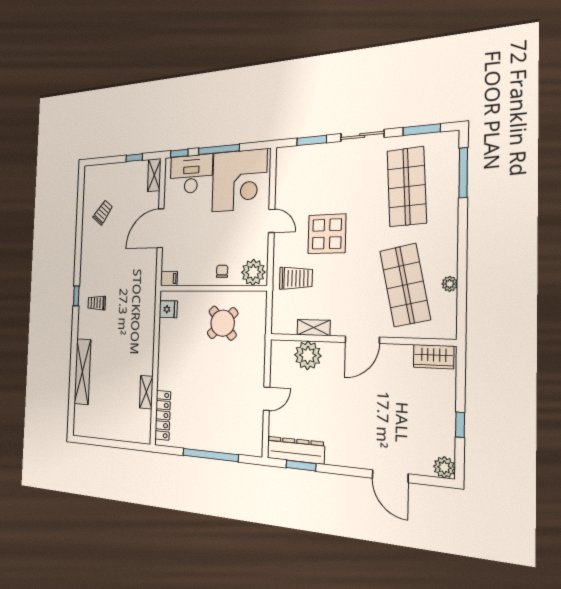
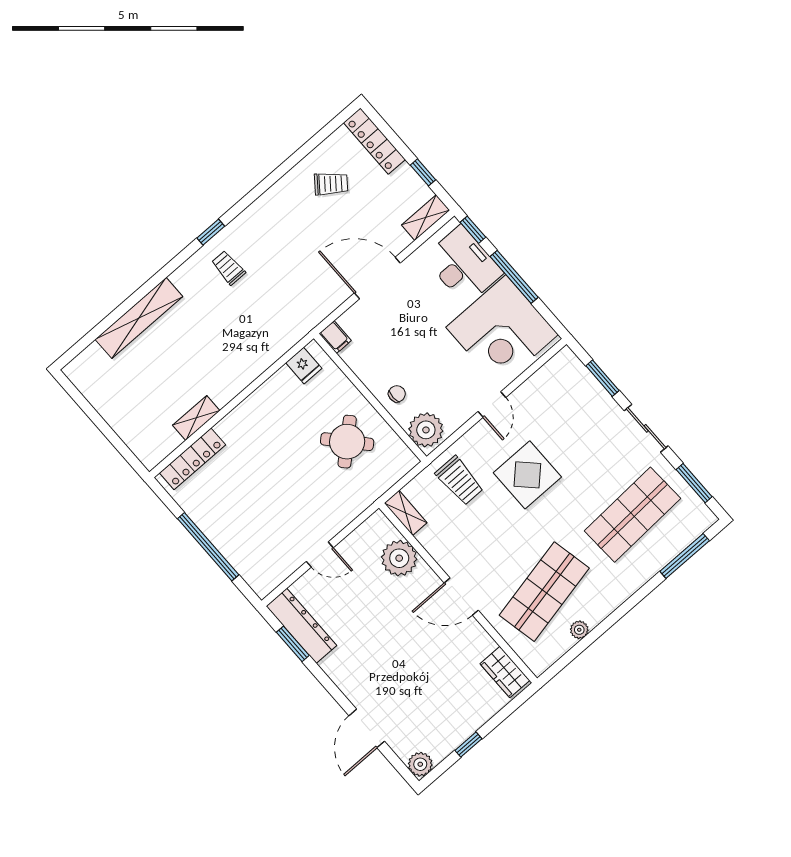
locker: (103, 172) -> (374, 141), added
shelving: (314, 328) -> (406, 513), moved

